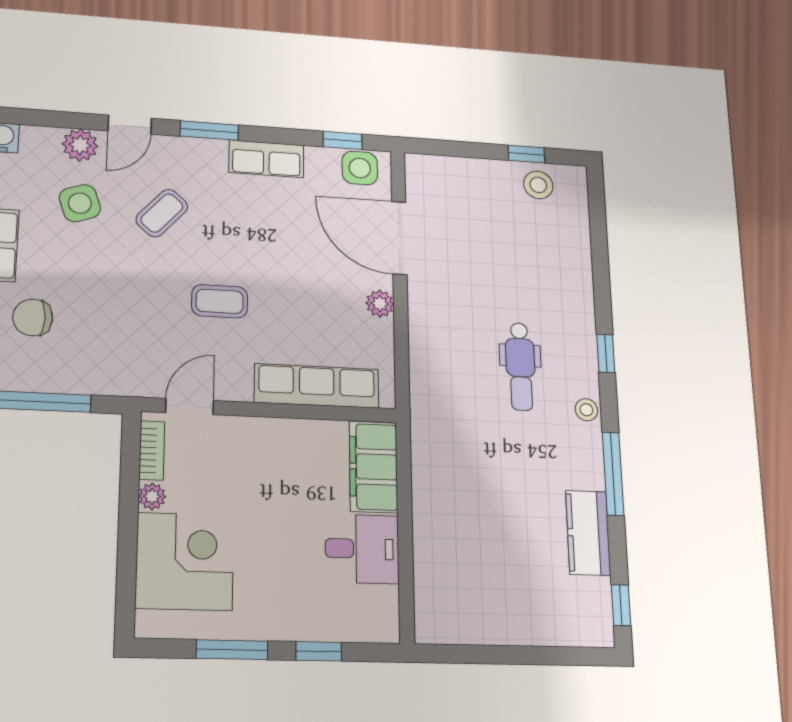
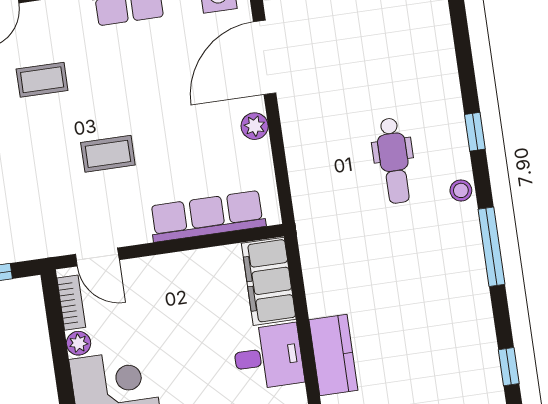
coffee table: (162, 213) -> (42, 80), turned 48
door: (399, 238) -> (265, 57), hinge flipped
door: (190, 407) -> (97, 257), swing flipped
kitchen counter: (588, 533) -> (333, 355), moved, turned 180

